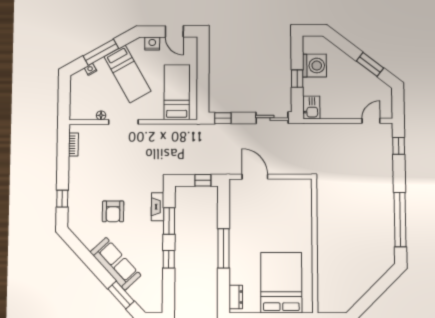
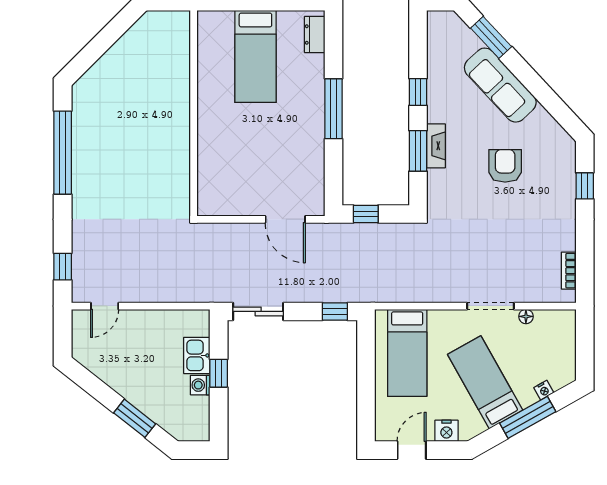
door: (174, 31) -> (412, 450), hinge flipped
window: (370, 64) -> (135, 418), moved
washing machine: (314, 66) -> (200, 385), width x0.53, depth x0.53
kitchen sink: (311, 107) -> (197, 355), moved
fireplace: (157, 207) -> (436, 146), moved
bed: (281, 283) -> (255, 56), width x0.67

